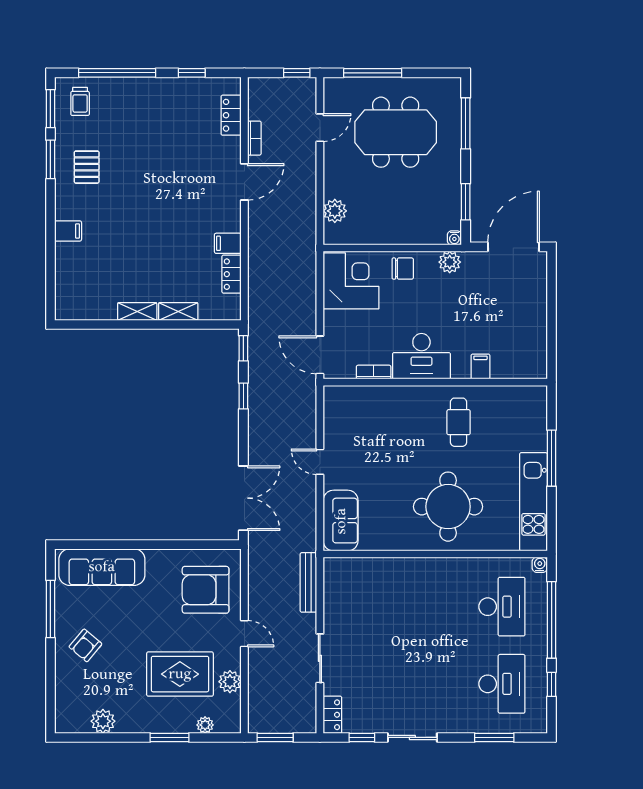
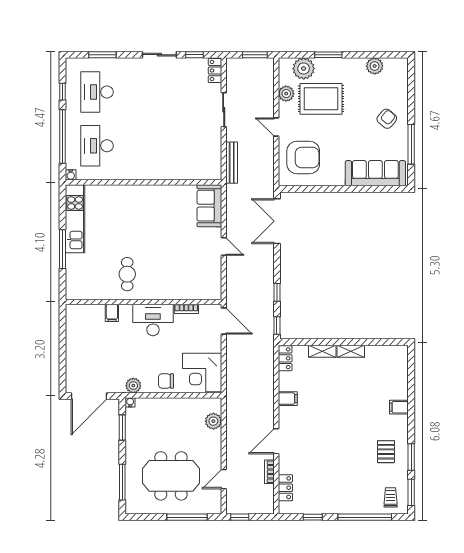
locker: (232, 274) -> (285, 358), moved
round table: (448, 507) -> (135, 215), removed
plant: (205, 725) -> (304, 69), width x1.88, depth x1.88

